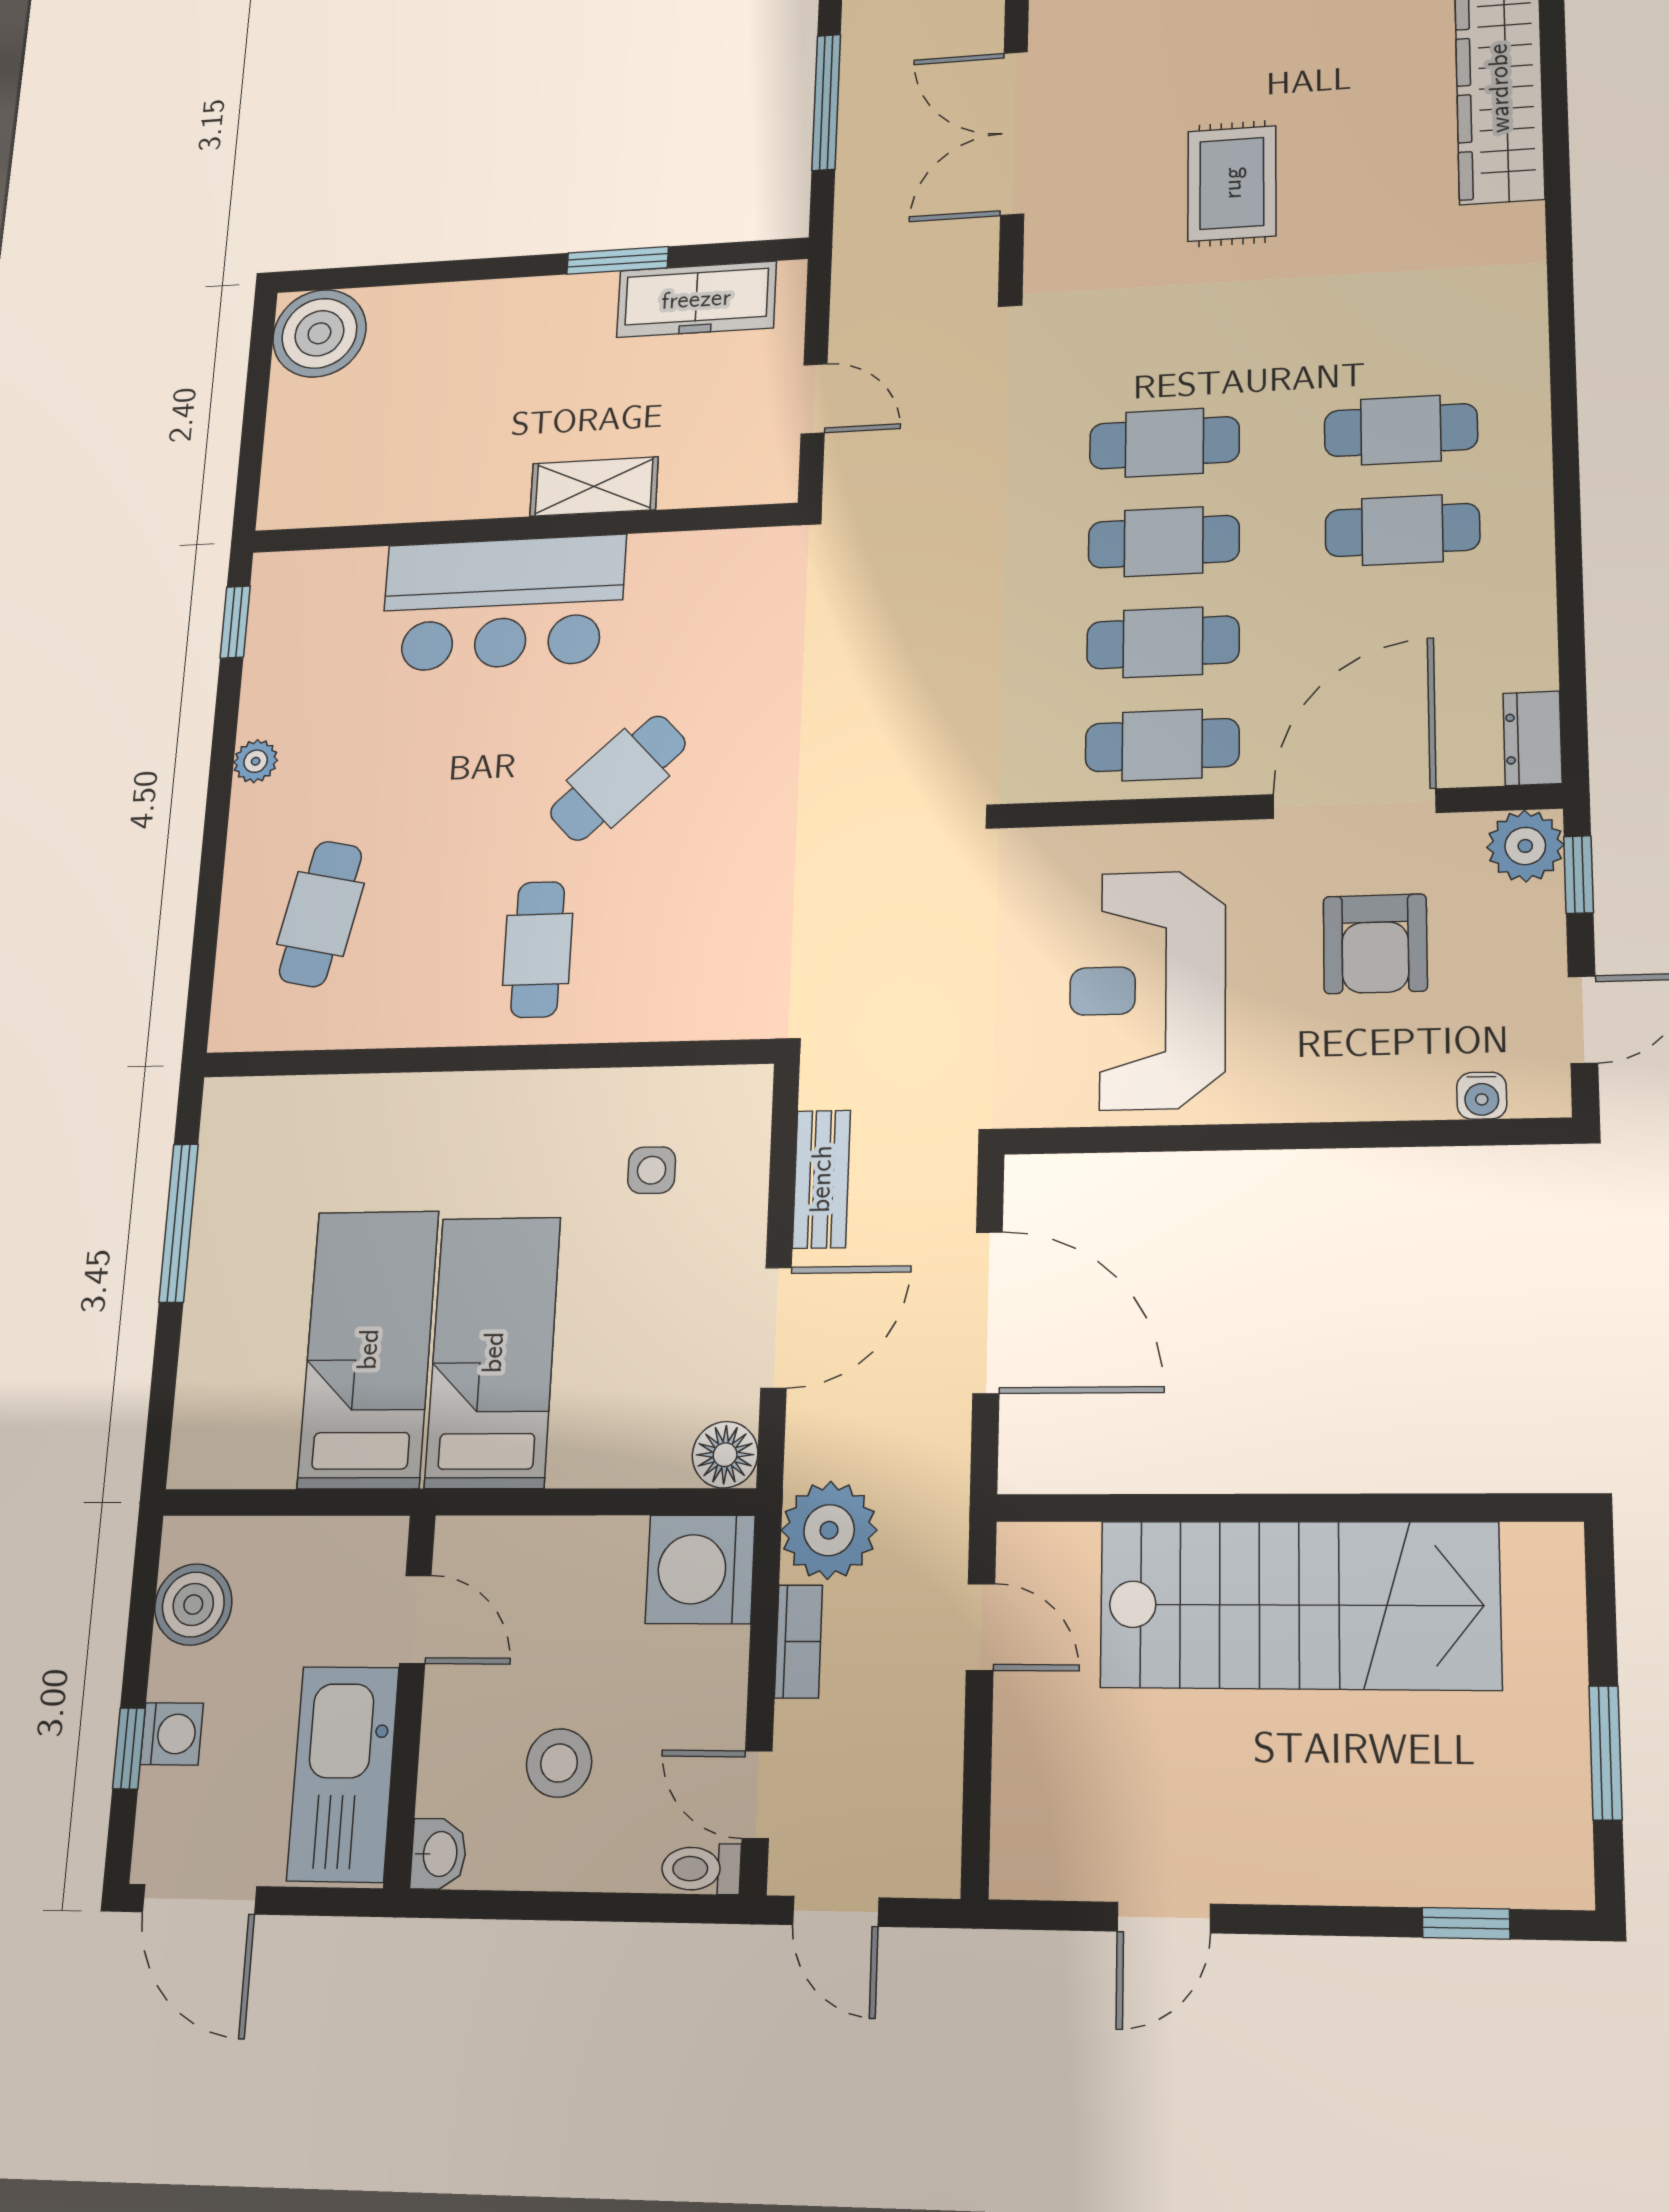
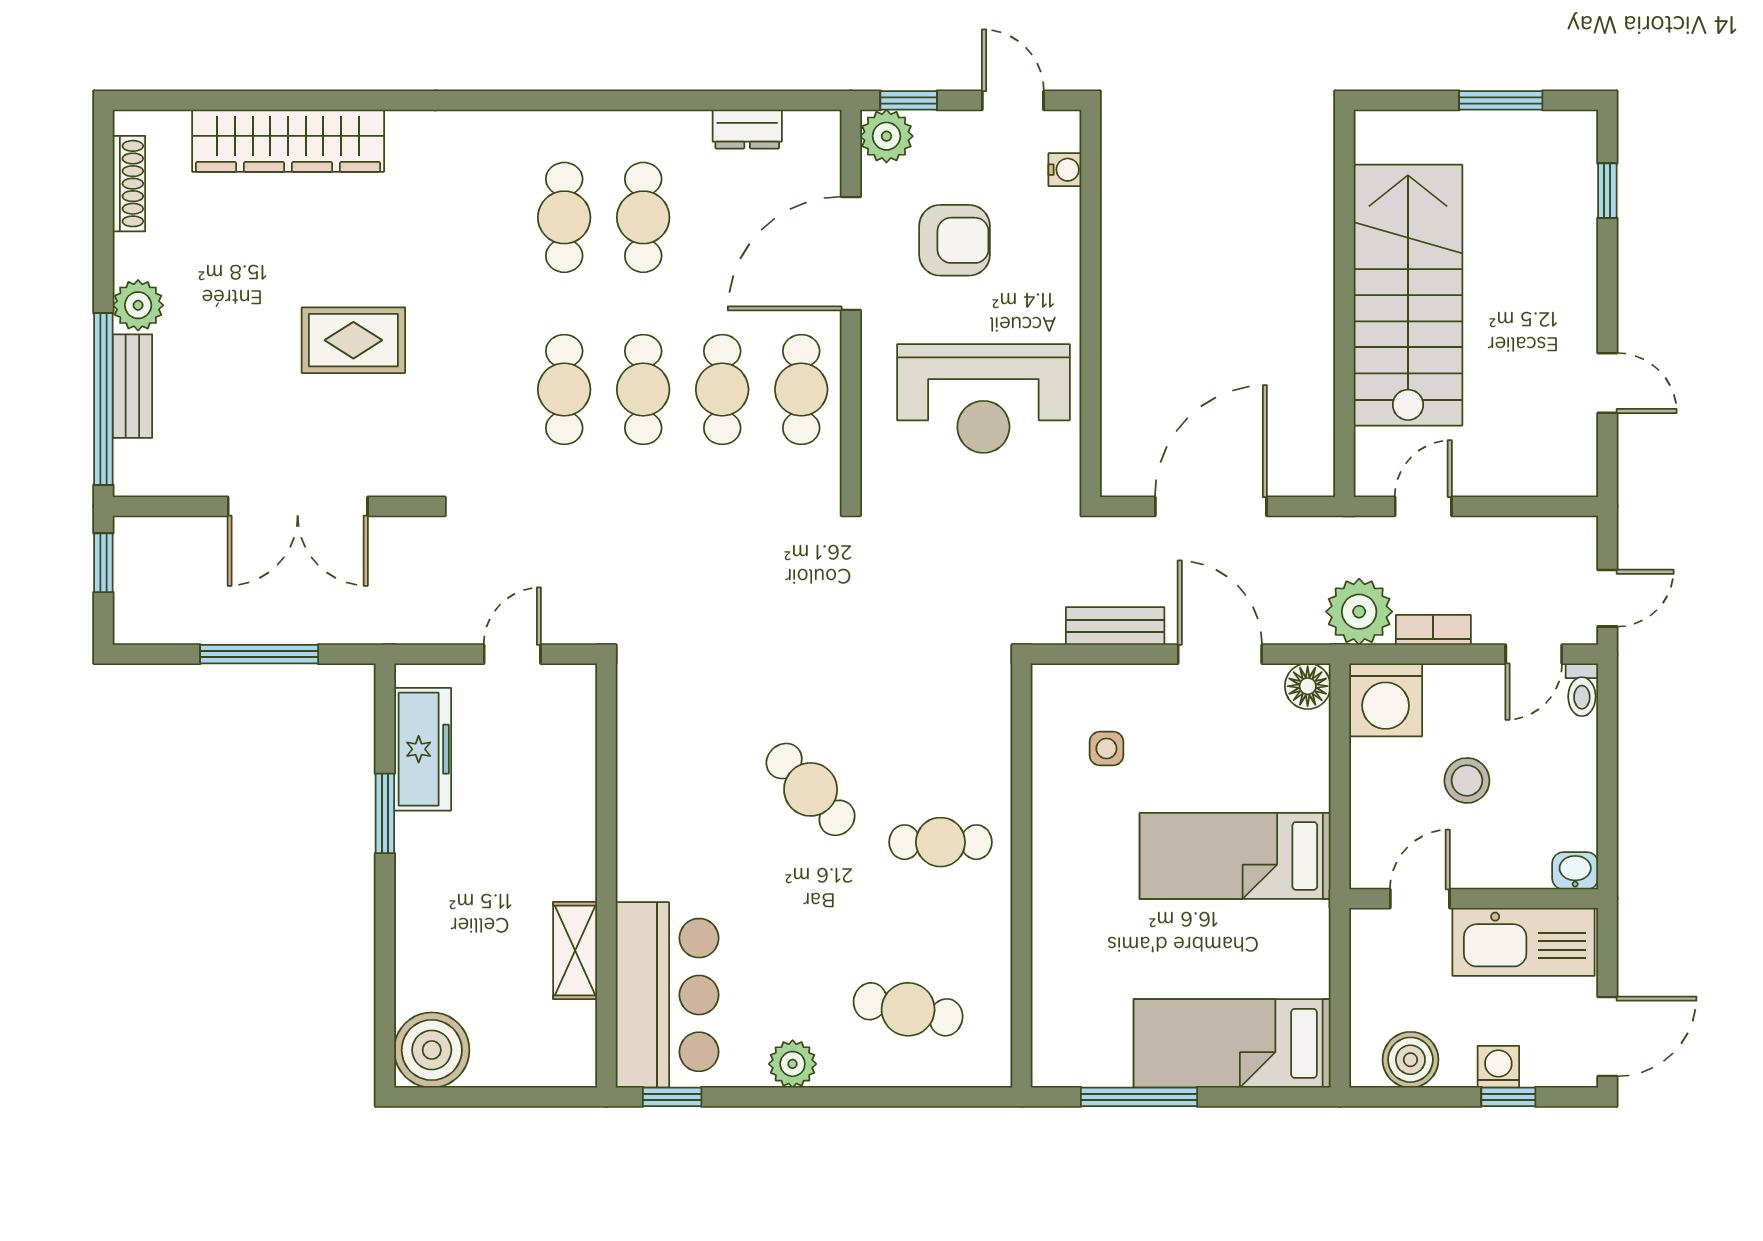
shelving: (594, 487) -> (575, 950), moved
bar counter: (503, 603) -> (667, 995), moved
dresser: (1533, 738) -> (747, 129), moved
plant: (256, 761) -> (793, 1064), width x1.38, depth x1.38
door: (1354, 804) -> (851, 254), hinge flipped
bed: (368, 1349) -> (1232, 1043), moved
stool: (559, 1763) -> (1467, 780), moved

